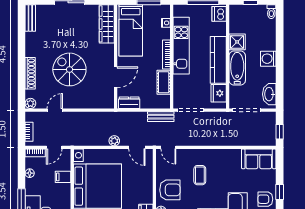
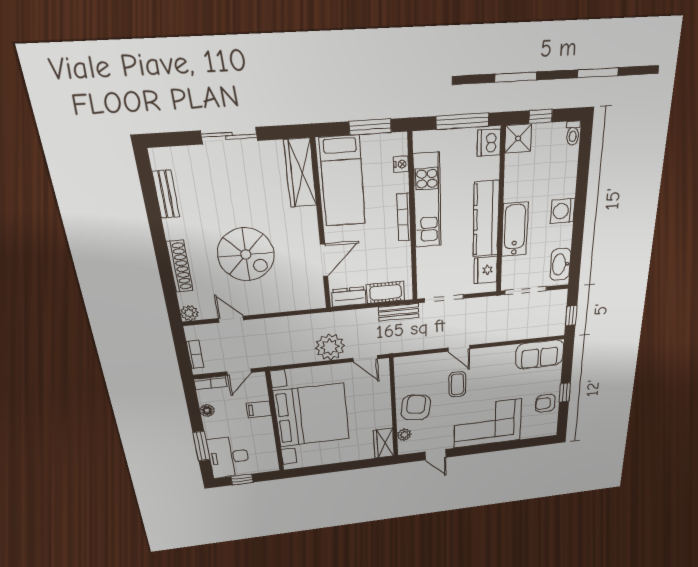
bench: (30, 18) -> (166, 194), moved
shower: (237, 42) -> (518, 138), moved
spiral stairs: (69, 69) -> (246, 255), turned 180
cot: (164, 82) -> (386, 292), moved, turned 90
door: (55, 110) -> (231, 319), hinge flipped
plant: (114, 141) -> (330, 347), width x1.88, depth x1.88
door: (168, 147) -> (459, 348), moved
armchair: (170, 190) -> (416, 408), turned -81

